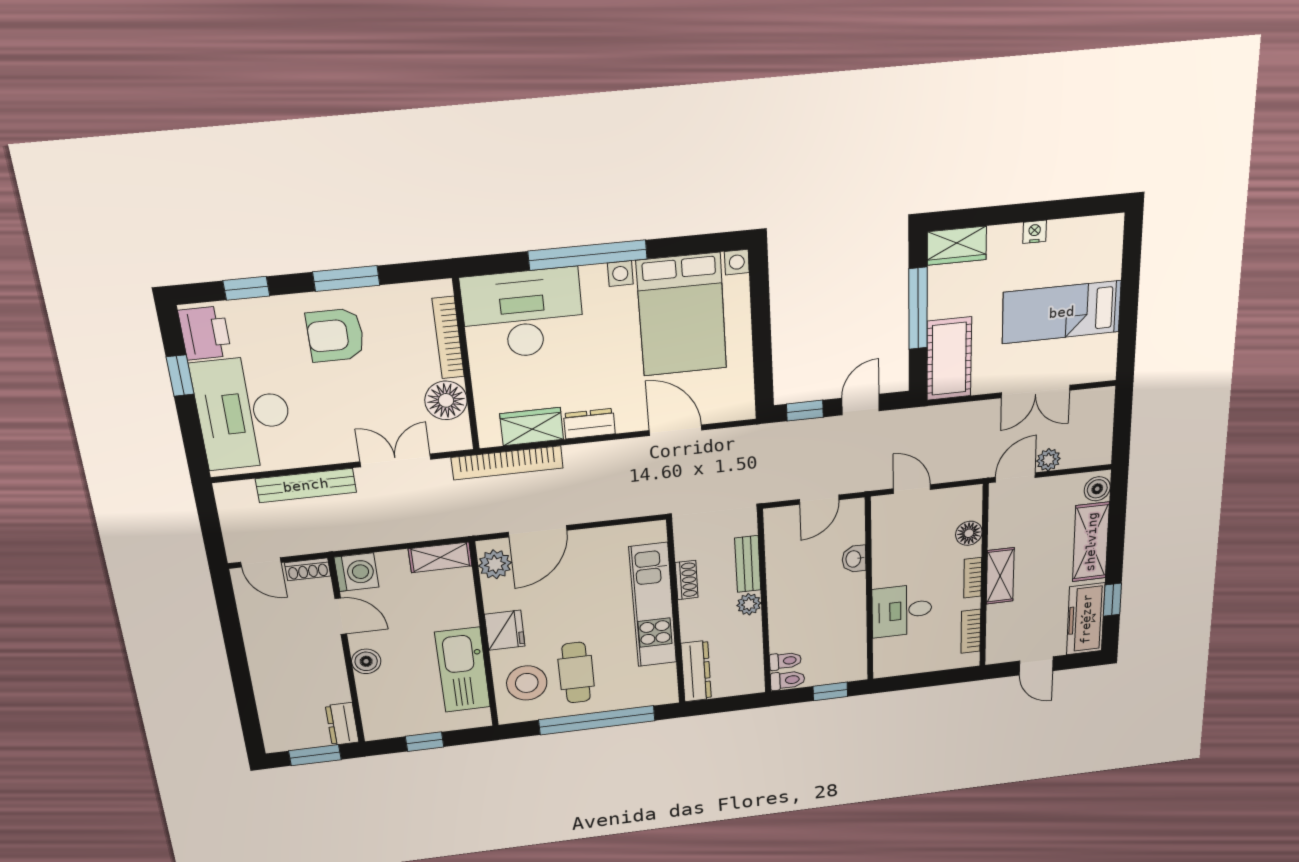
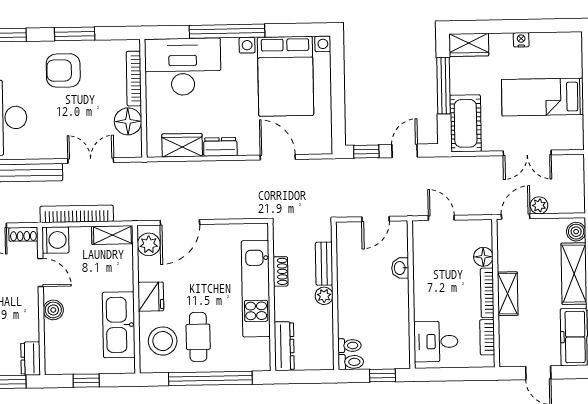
bookcase: (507, 463) -> (77, 214), moved, turned 180
bookcase: (973, 578) -> (487, 293), width x1.56
desk: (902, 611) -> (436, 342), moved

